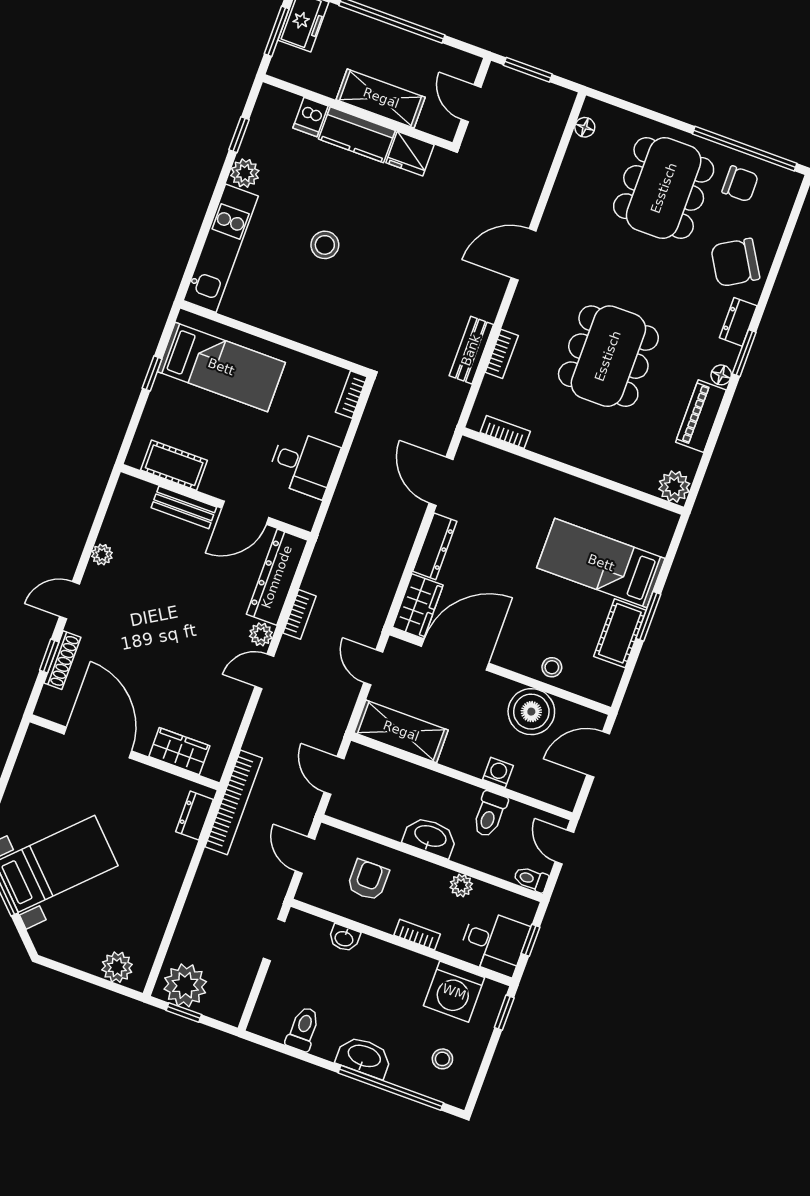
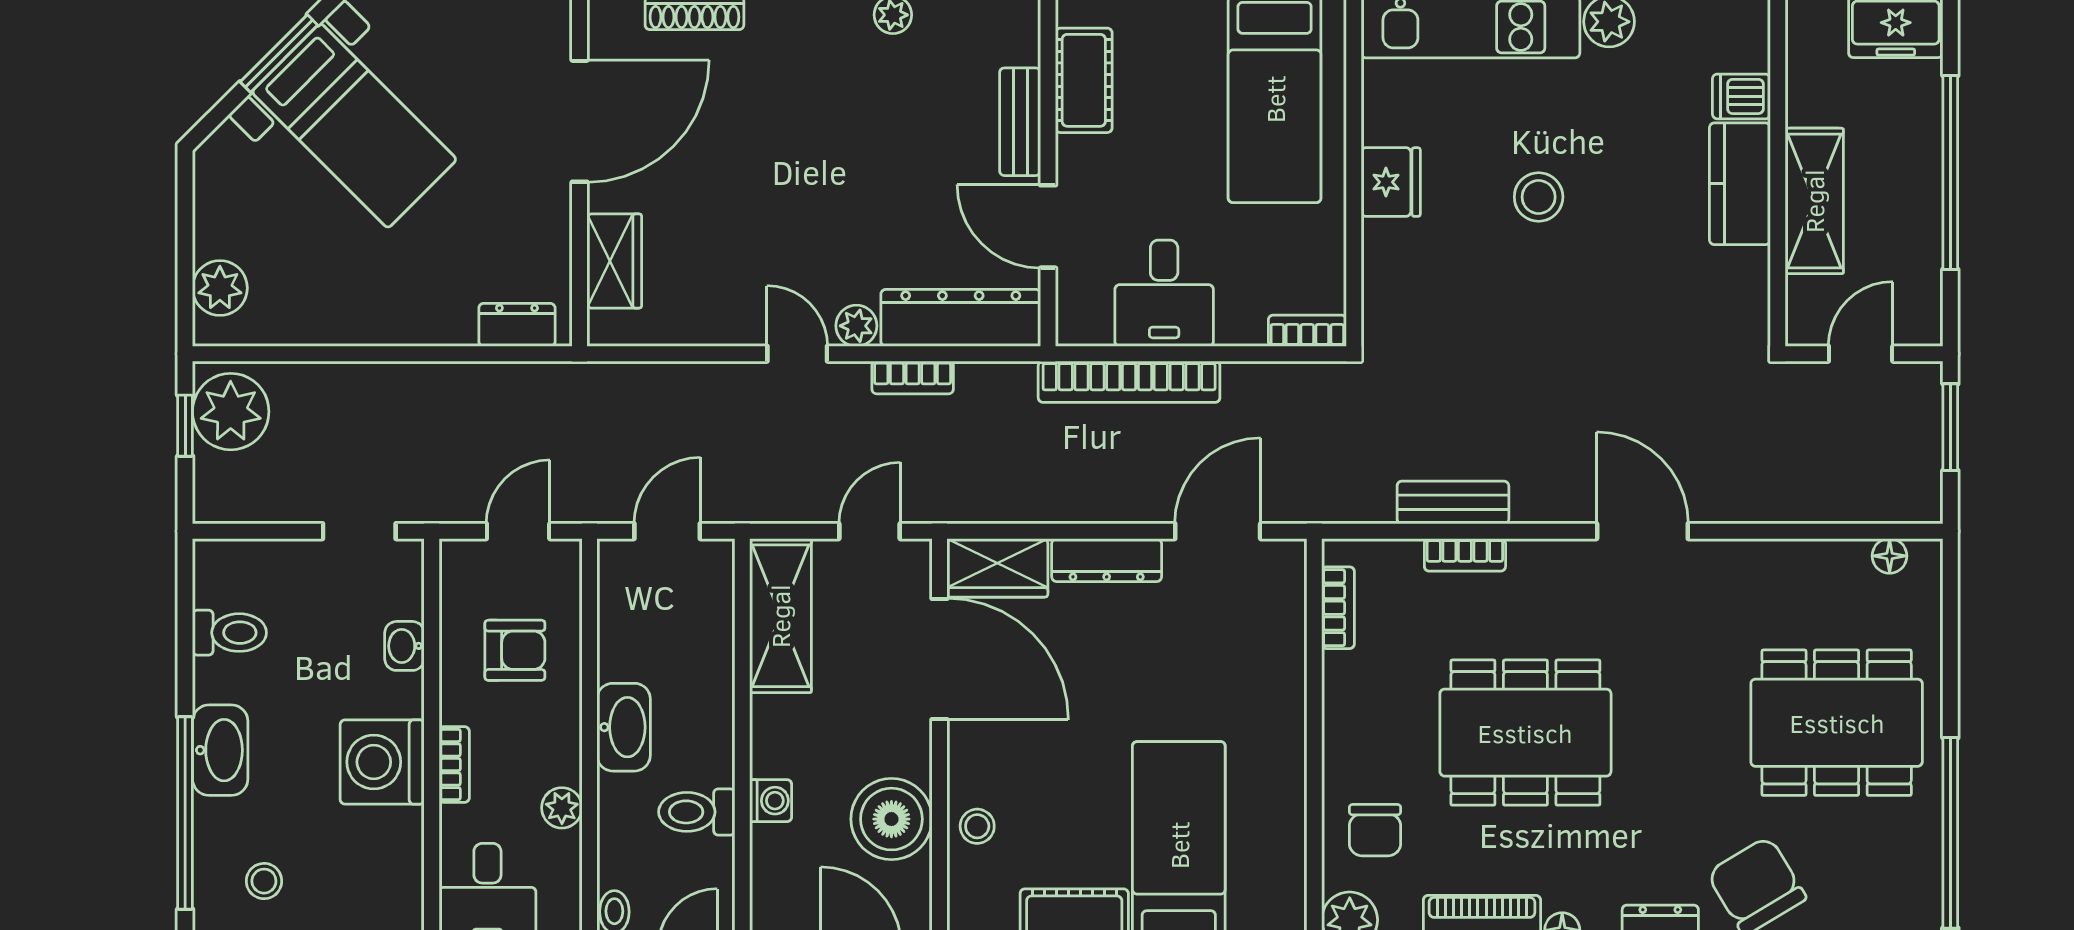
fridge: (410, 154) -> (1391, 182), moved, turned 180
chair: (740, 184) -> (1375, 830), moved
bookcase: (234, 802) -> (1129, 382), moved
washing machine: (454, 992) -> (382, 762), moved

